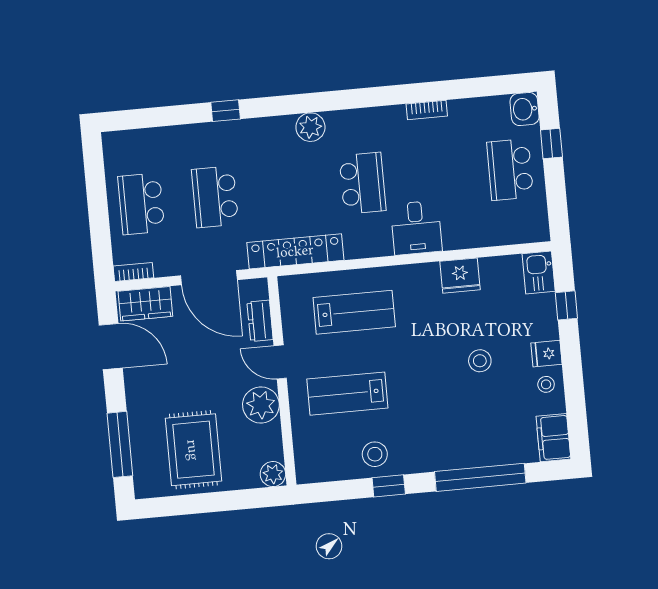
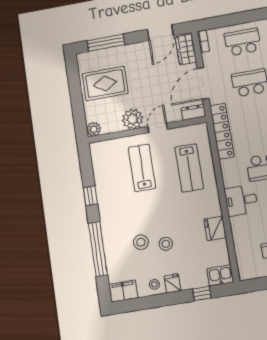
dresser: (260, 321) -> (193, 112), moved
stool: (375, 454) -> (141, 242), moved

